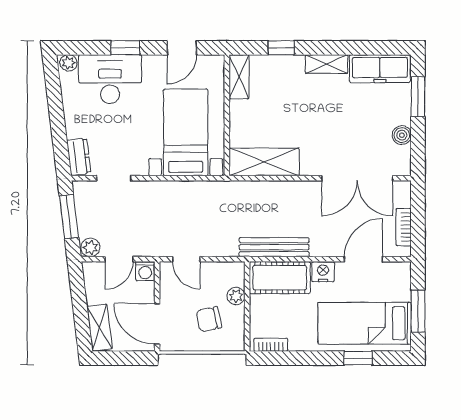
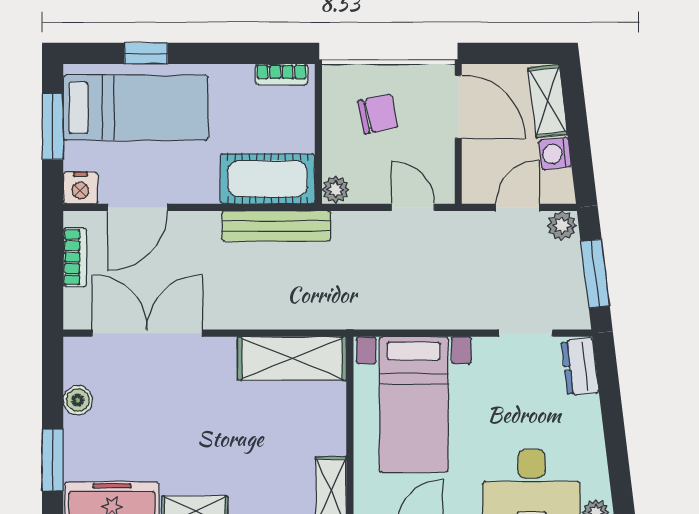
washing machine: (145, 271) -> (555, 154), moved, turned -97
nightstand: (323, 272) -> (80, 188), moved
plant: (236, 296) -> (336, 189), moved

